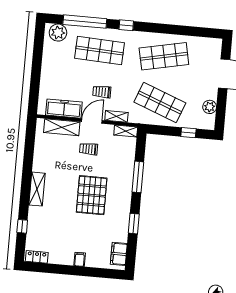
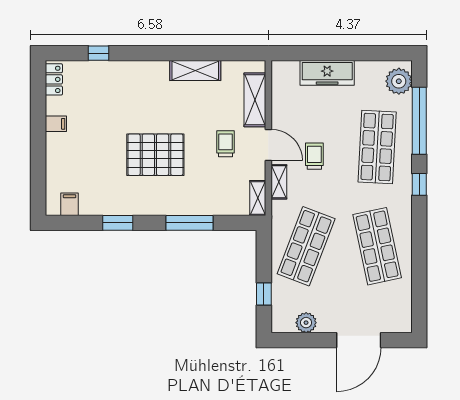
freezer: (64, 109) -> (327, 73), moved, turned 90
shelving: (37, 189) -> (195, 70), moved
filing cabinet: (119, 254) -> (70, 204), width x0.50
filing cabinet: (80, 259) -> (56, 124), moved

